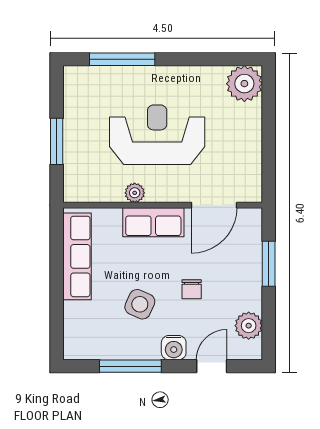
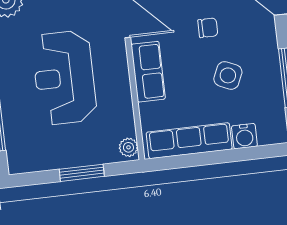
plant: (135, 193) -> (128, 147), moved
water cooler: (174, 348) -> (244, 136), moved, turned 90

